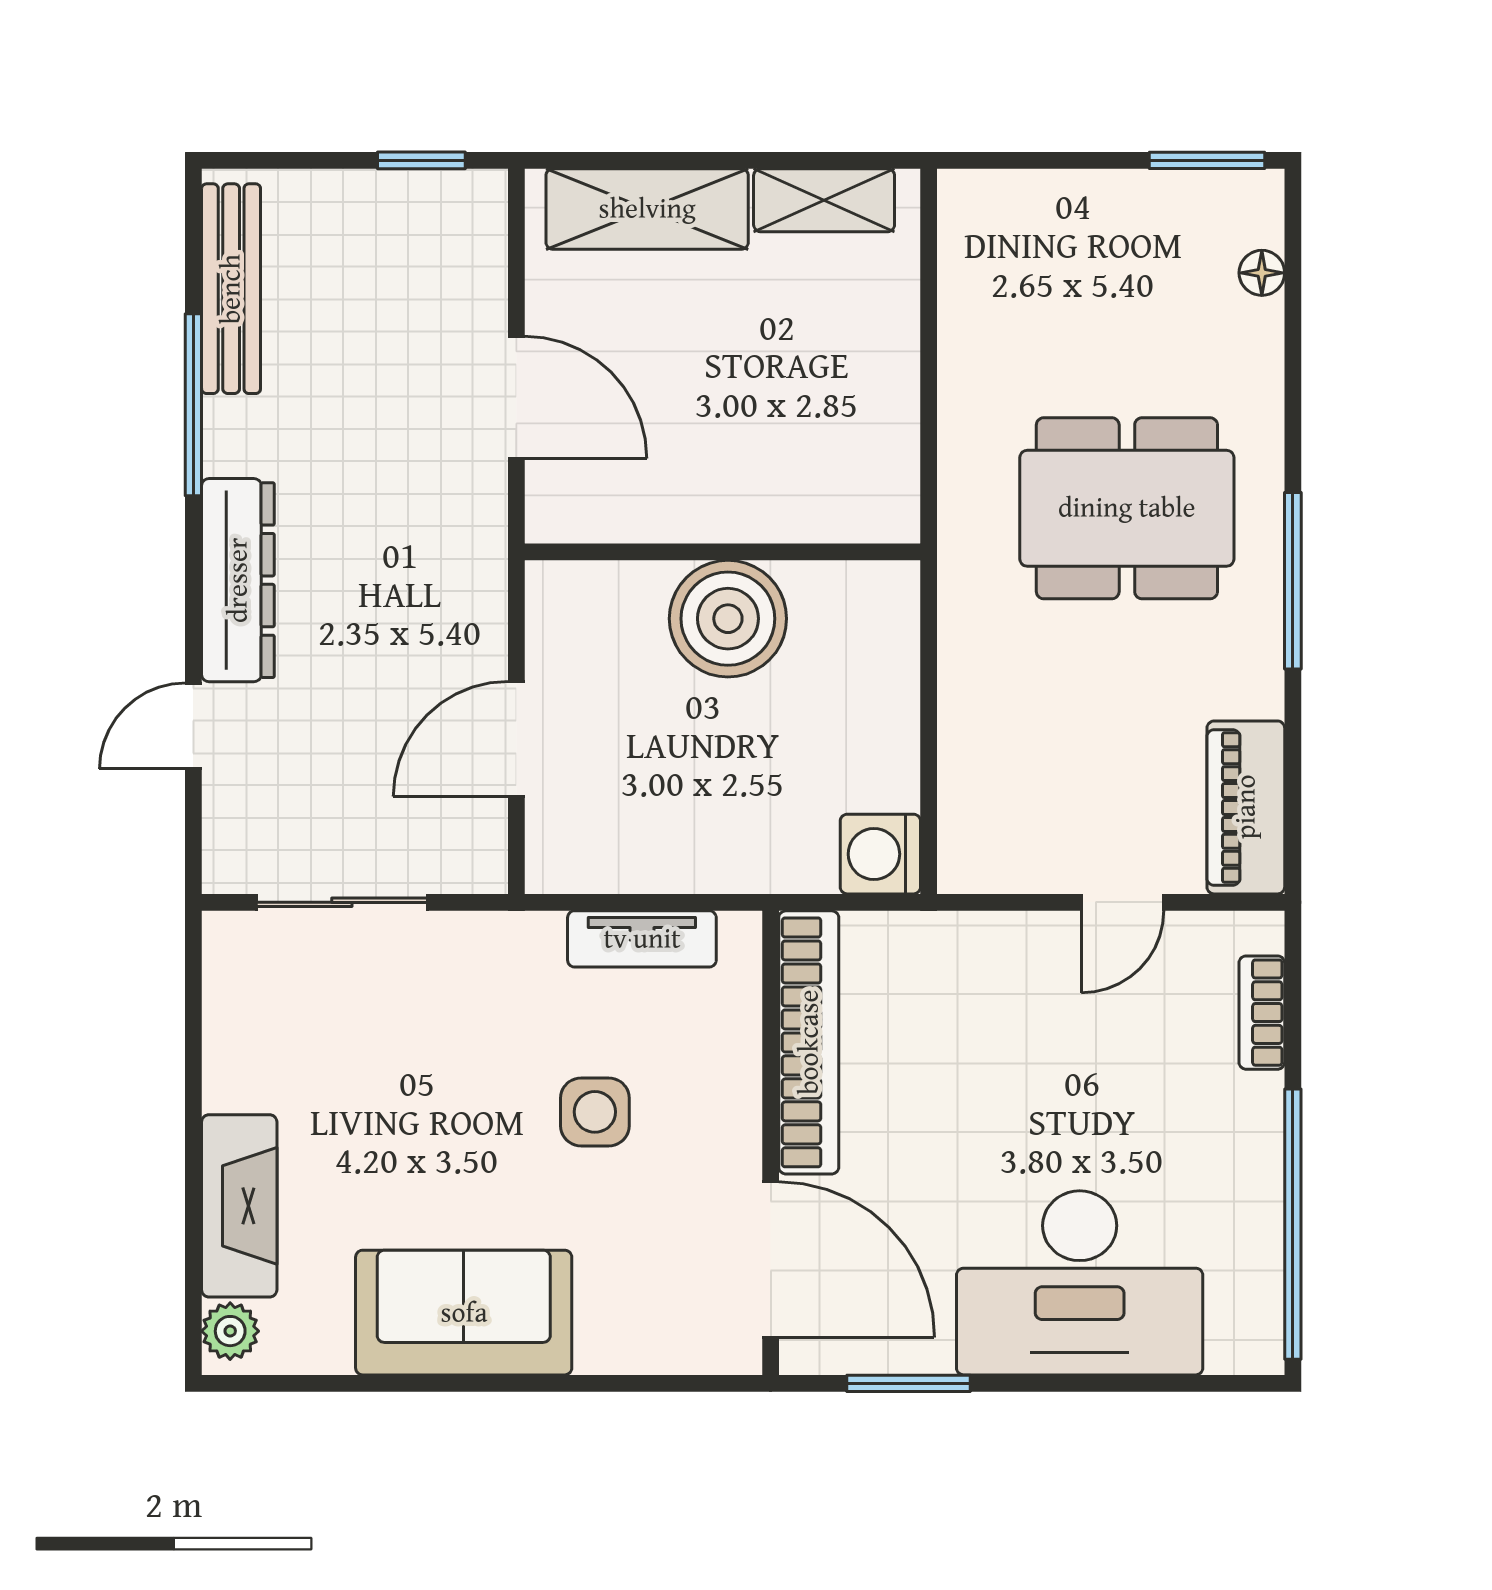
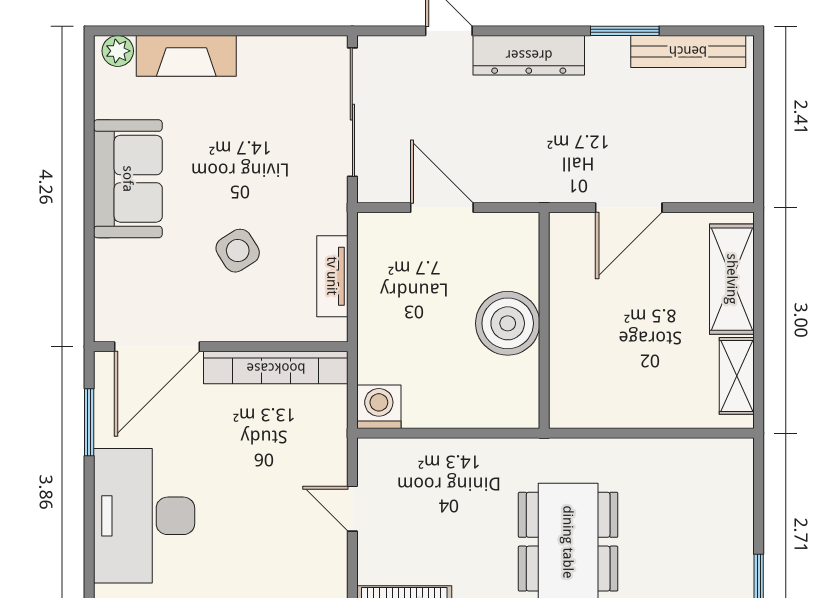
window: (421, 160) -> (759, 156), removed
window: (193, 405) -> (625, 31), width x0.69
sliding door: (342, 902) -> (352, 112), width x1.37
door: (1123, 902) -> (352, 509), moved
side table: (595, 1112) -> (238, 251), turned -32

